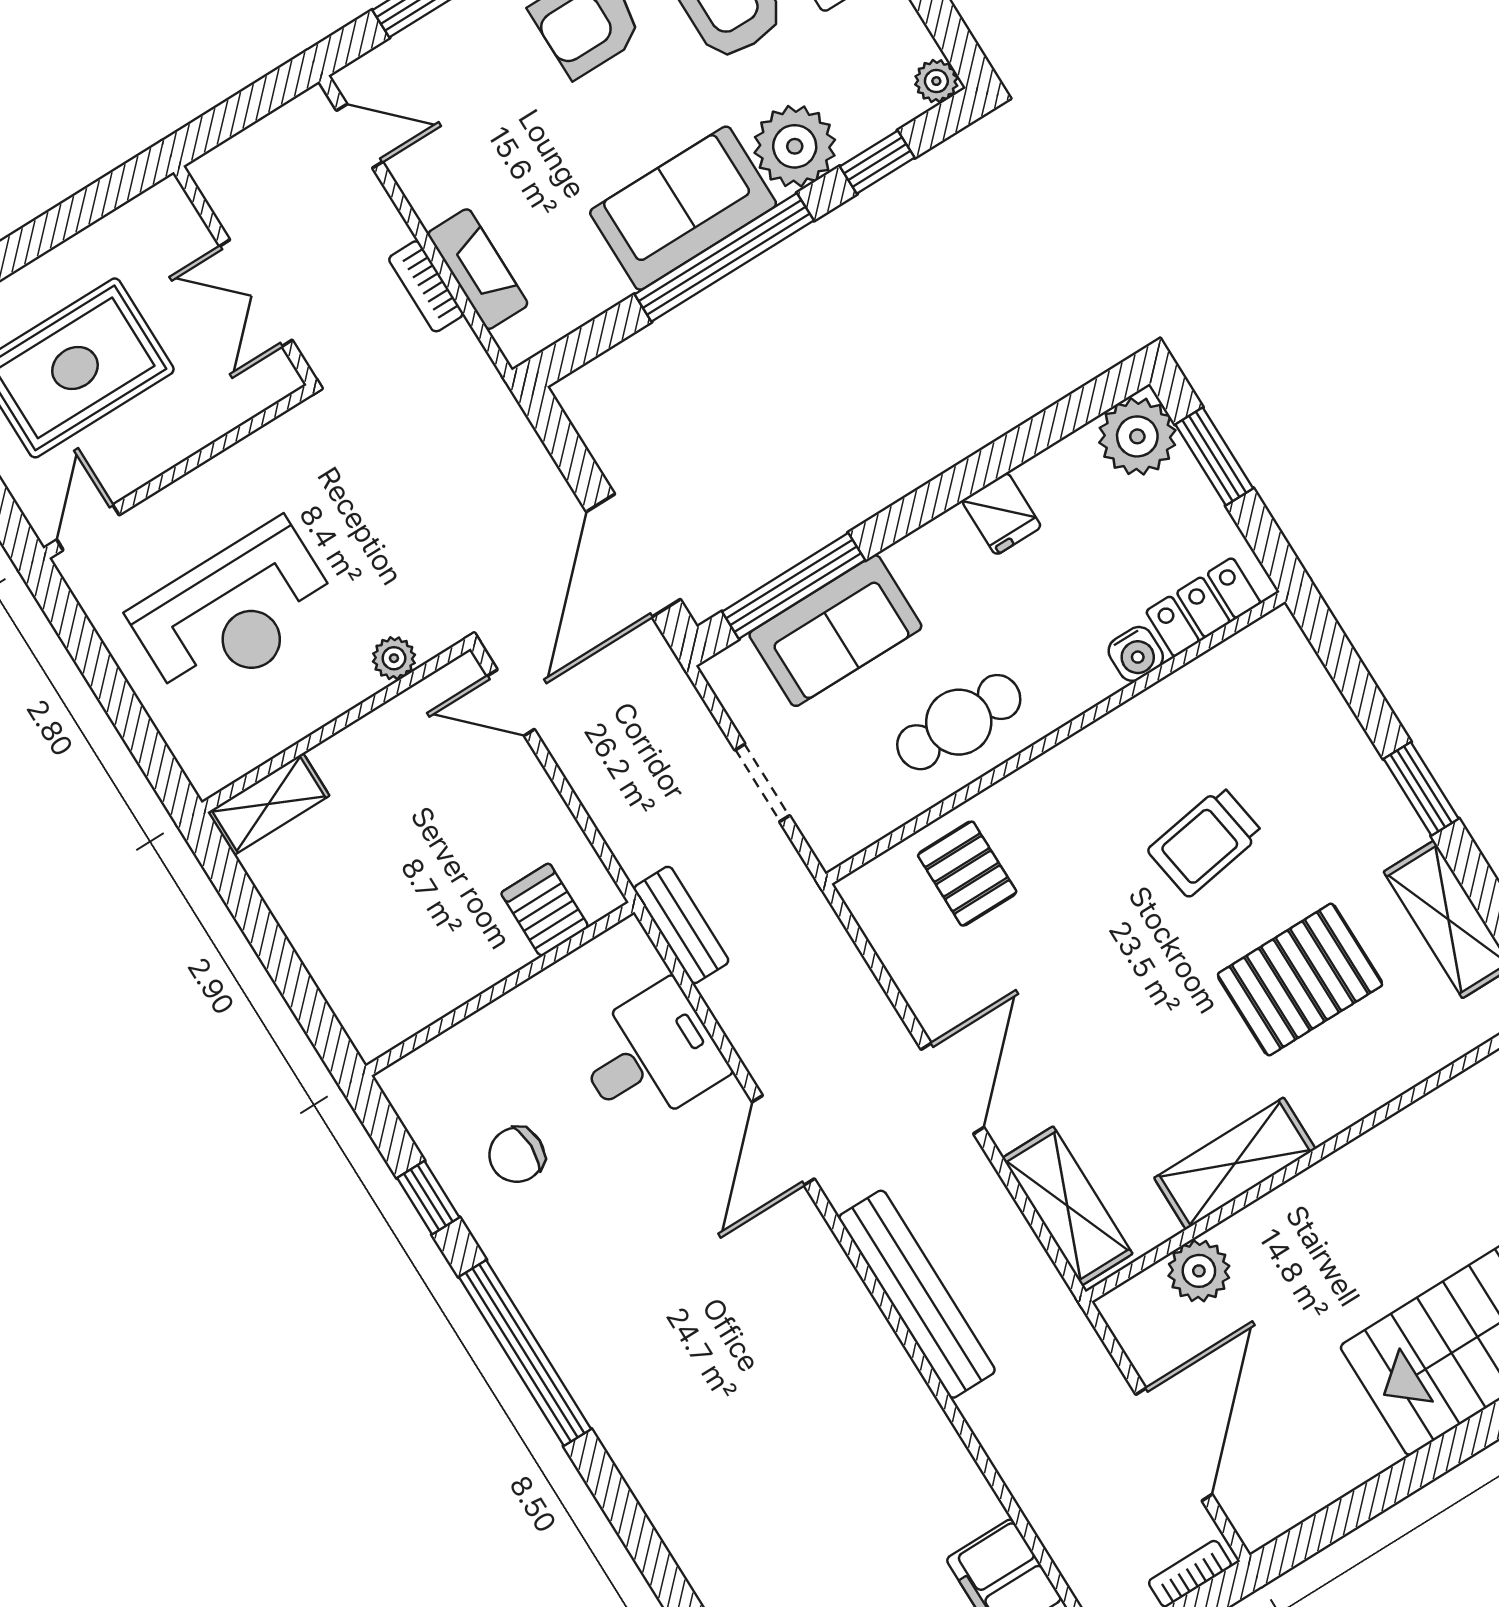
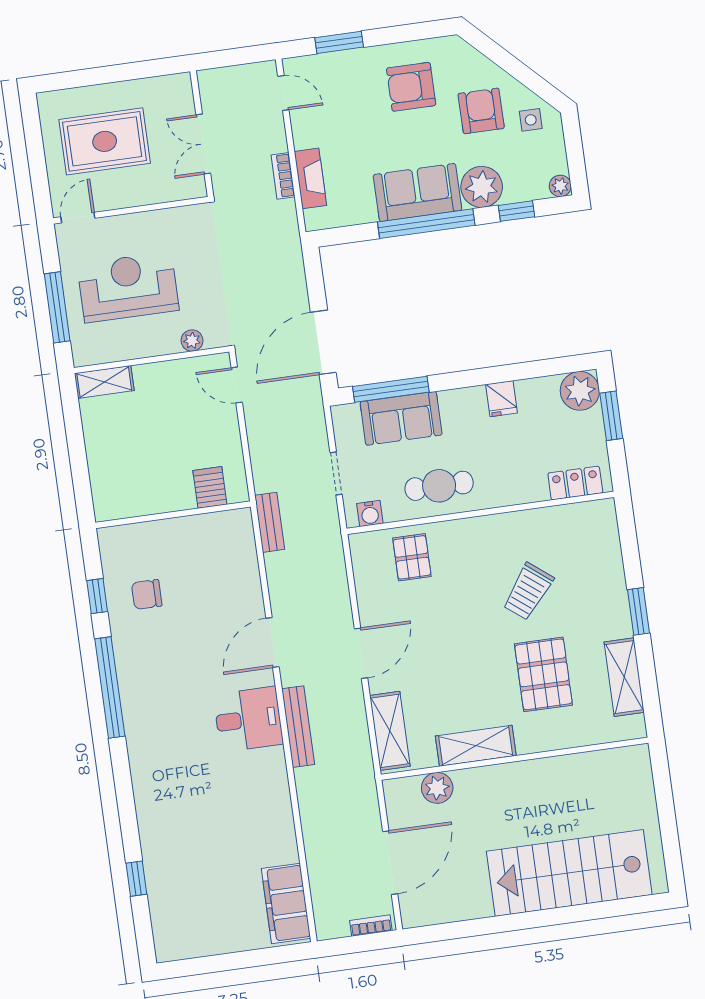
reception desk: (235, 613) -> (128, 287), turned 180
water cooler: (1136, 654) -> (370, 514), moved
window: (123, 707) -> (57, 307), added
trolley: (1205, 842) -> (528, 591), turned -43
pallet: (1300, 980) -> (543, 674), turned 90
desk: (650, 1056) -> (248, 719), moved
bench: (917, 1294) -> (298, 727), width x0.73, depth x0.82

